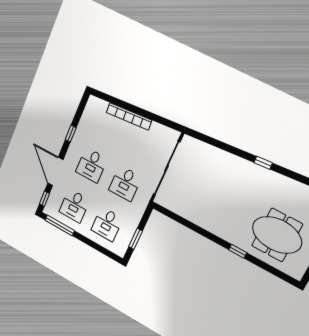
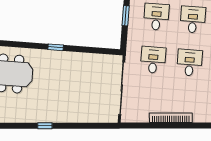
window: (238, 251) -> (56, 47), moved

